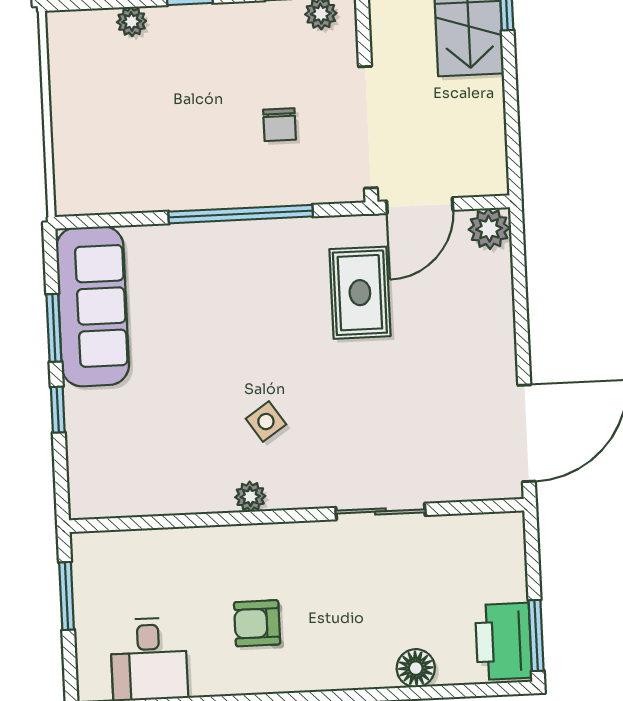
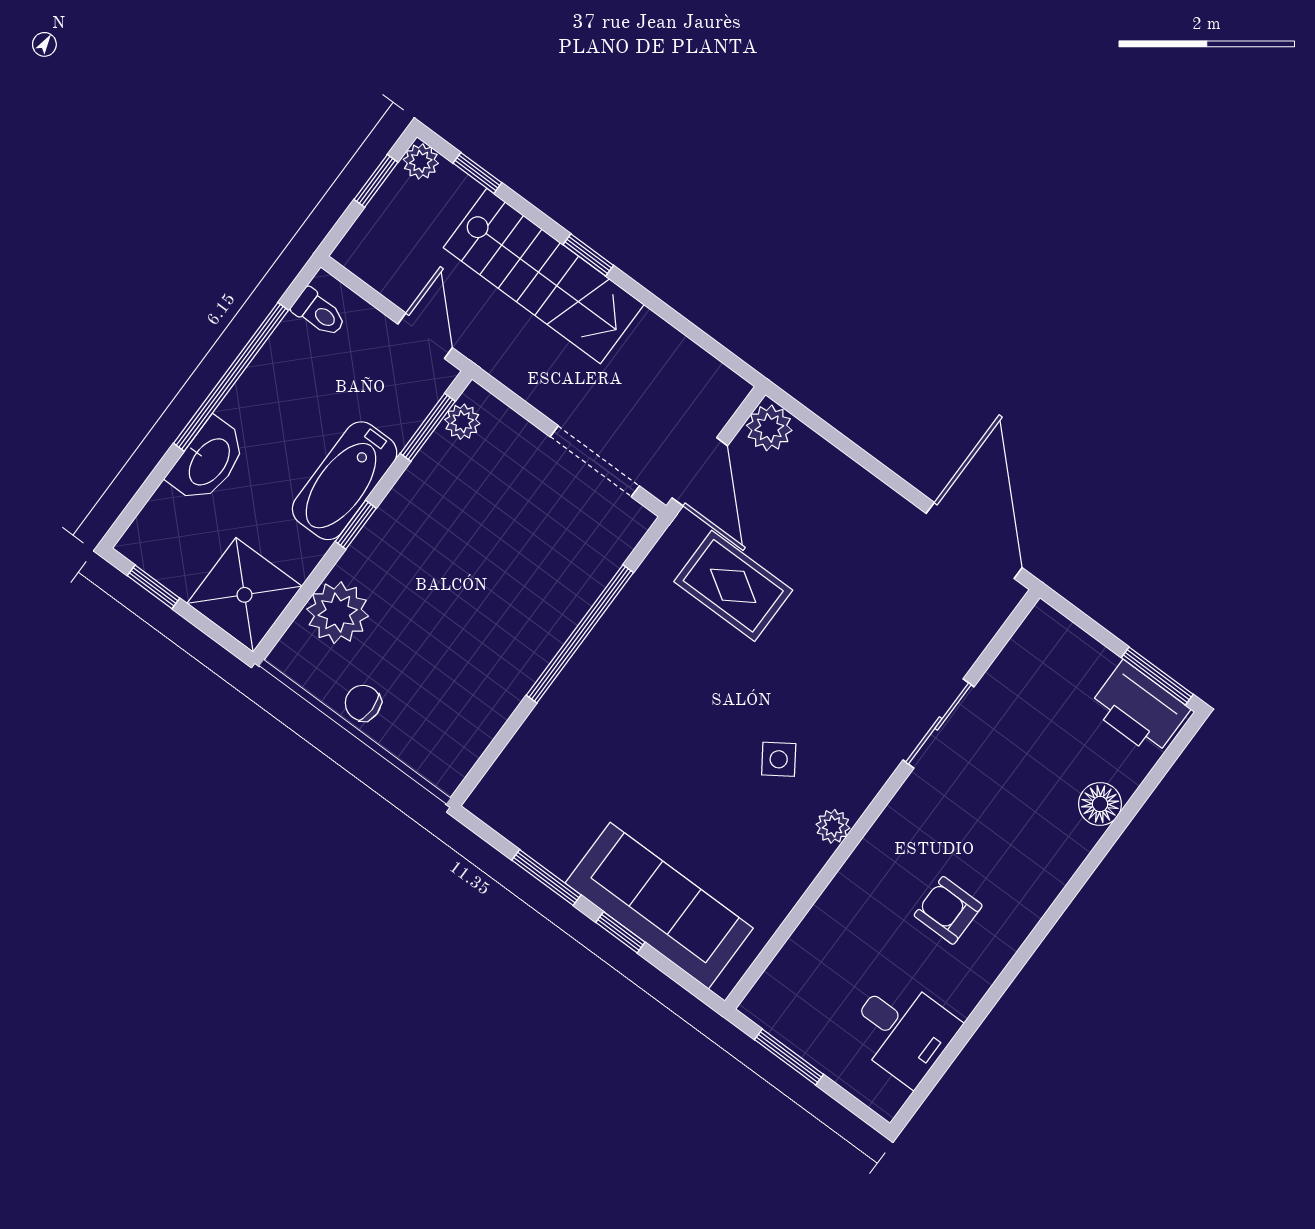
plant: (132, 22) -> (338, 613), width x1.88, depth x1.88
chair: (279, 125) -> (363, 703), moved, turned 180
doorway: (368, 127) -> (595, 461), width x0.73
sofa: (92, 306) -> (659, 906), moved
armchair: (257, 623) -> (948, 910), turned 90

